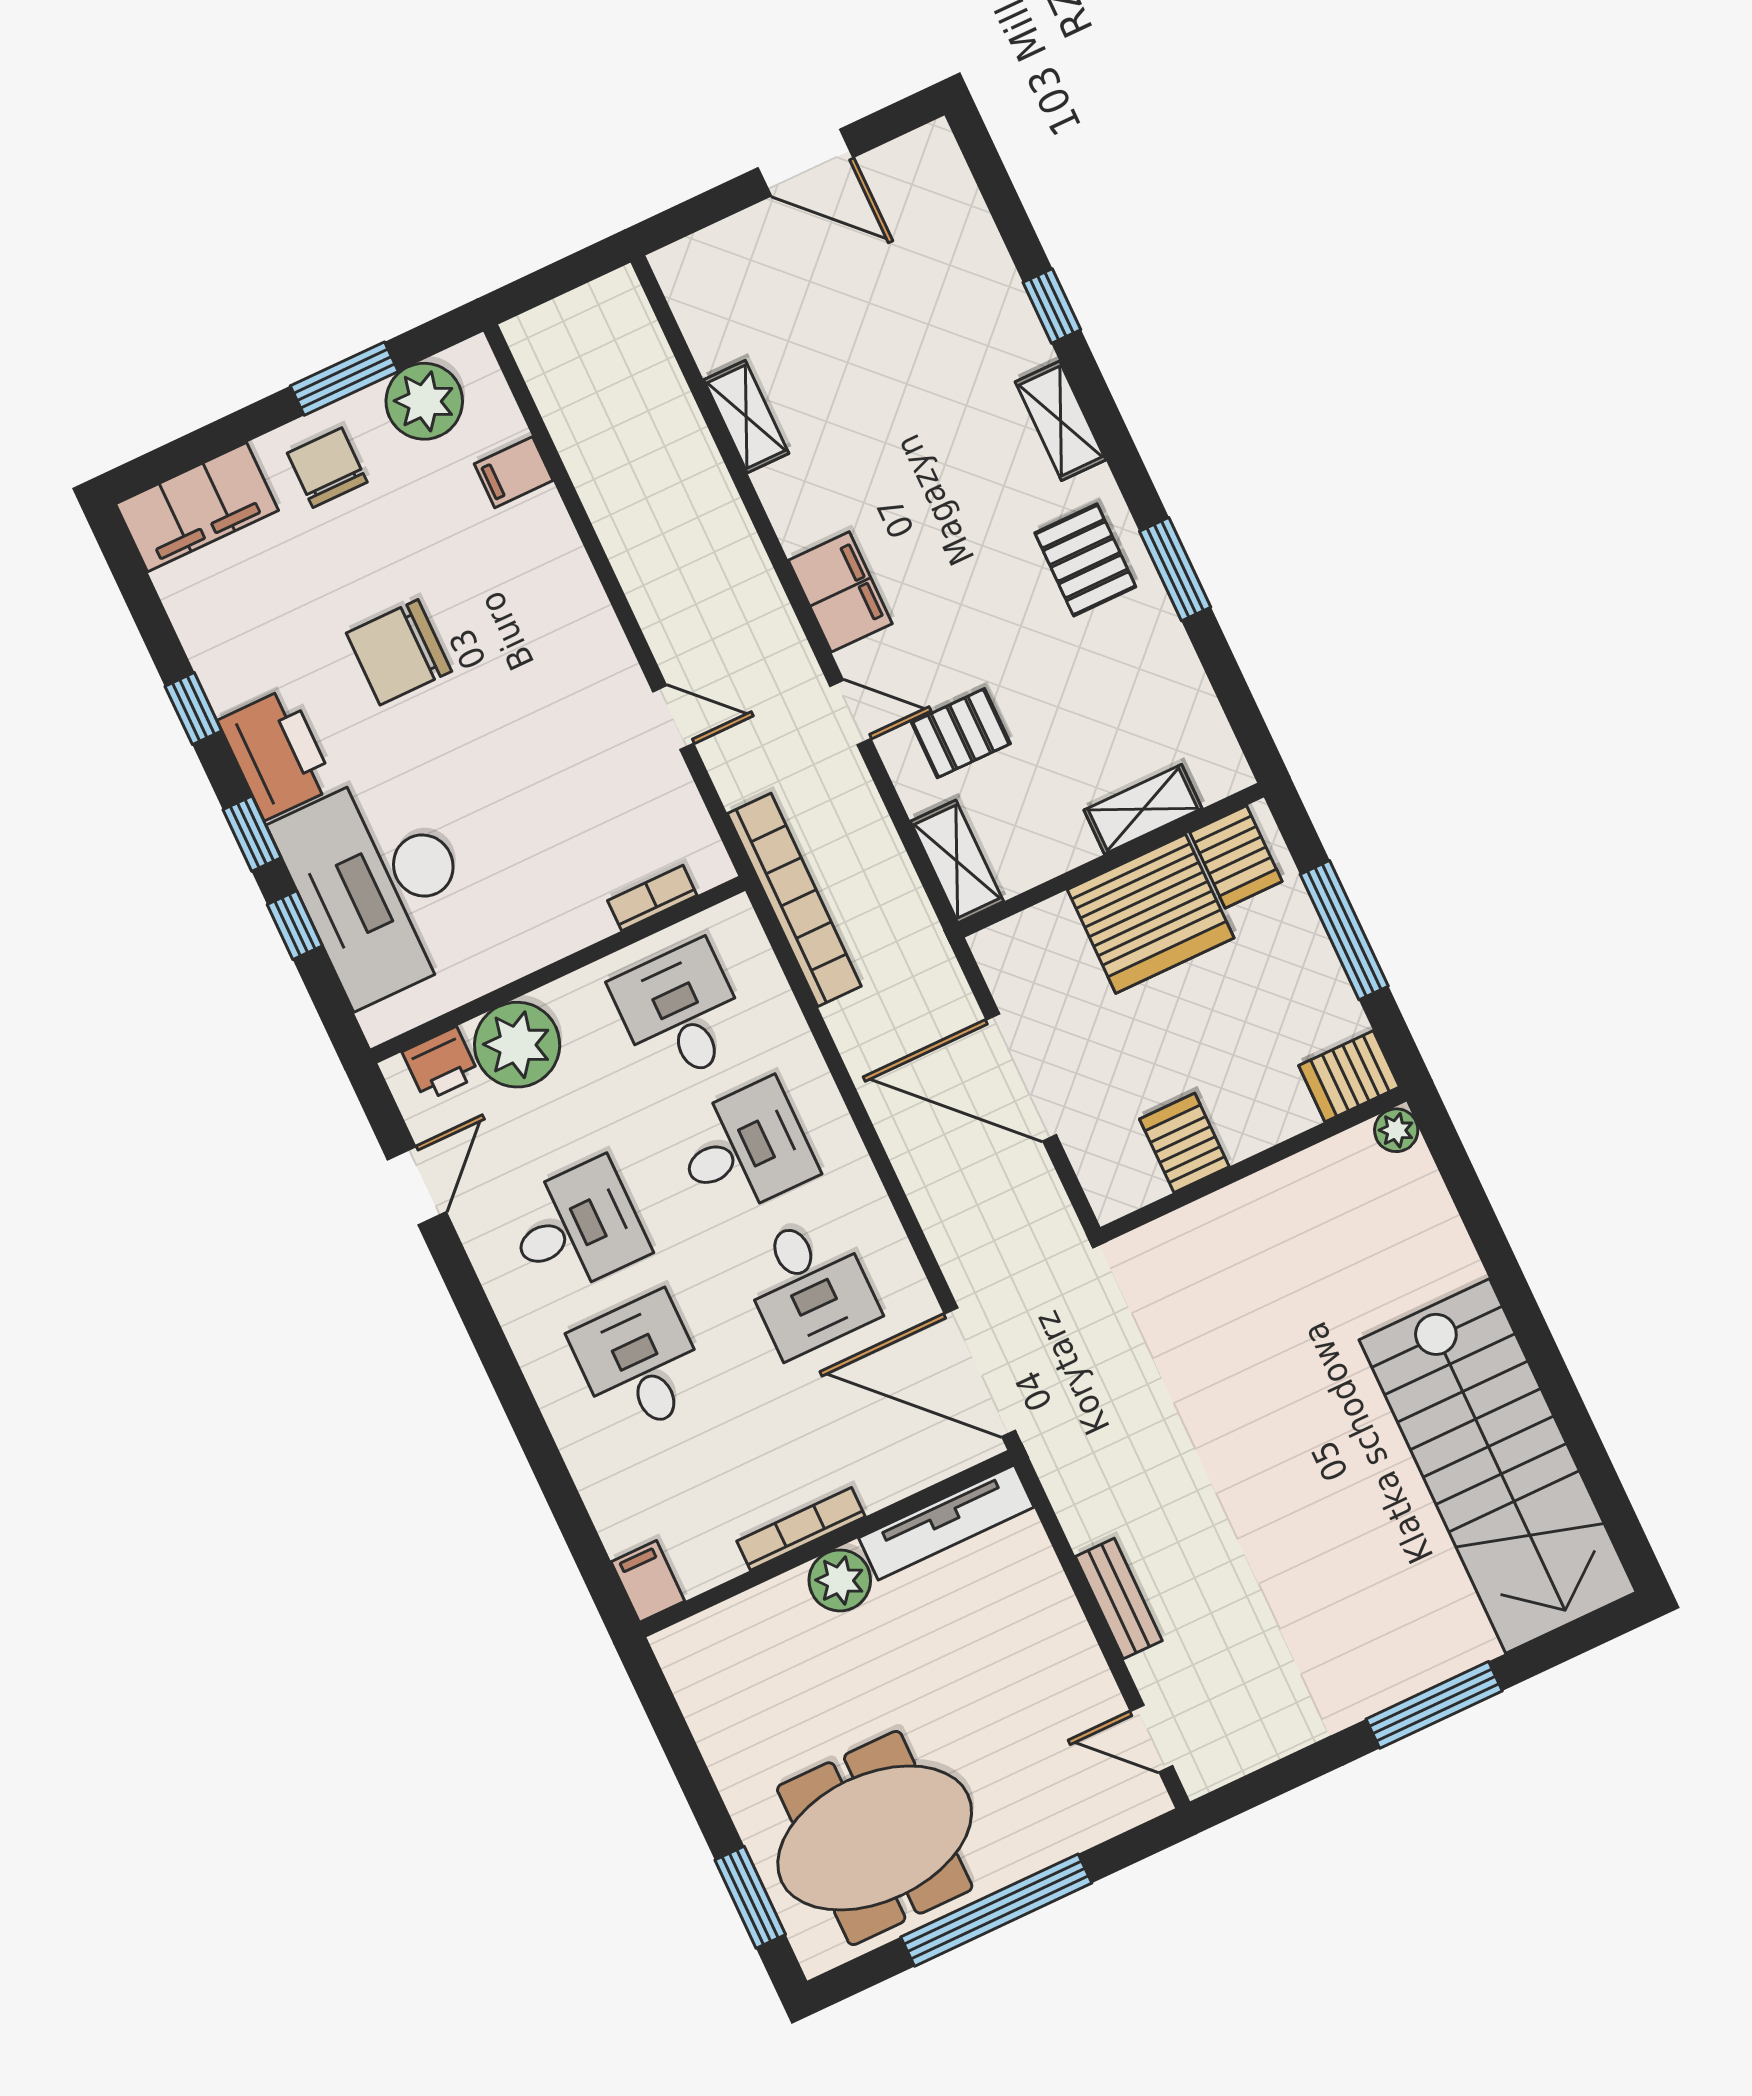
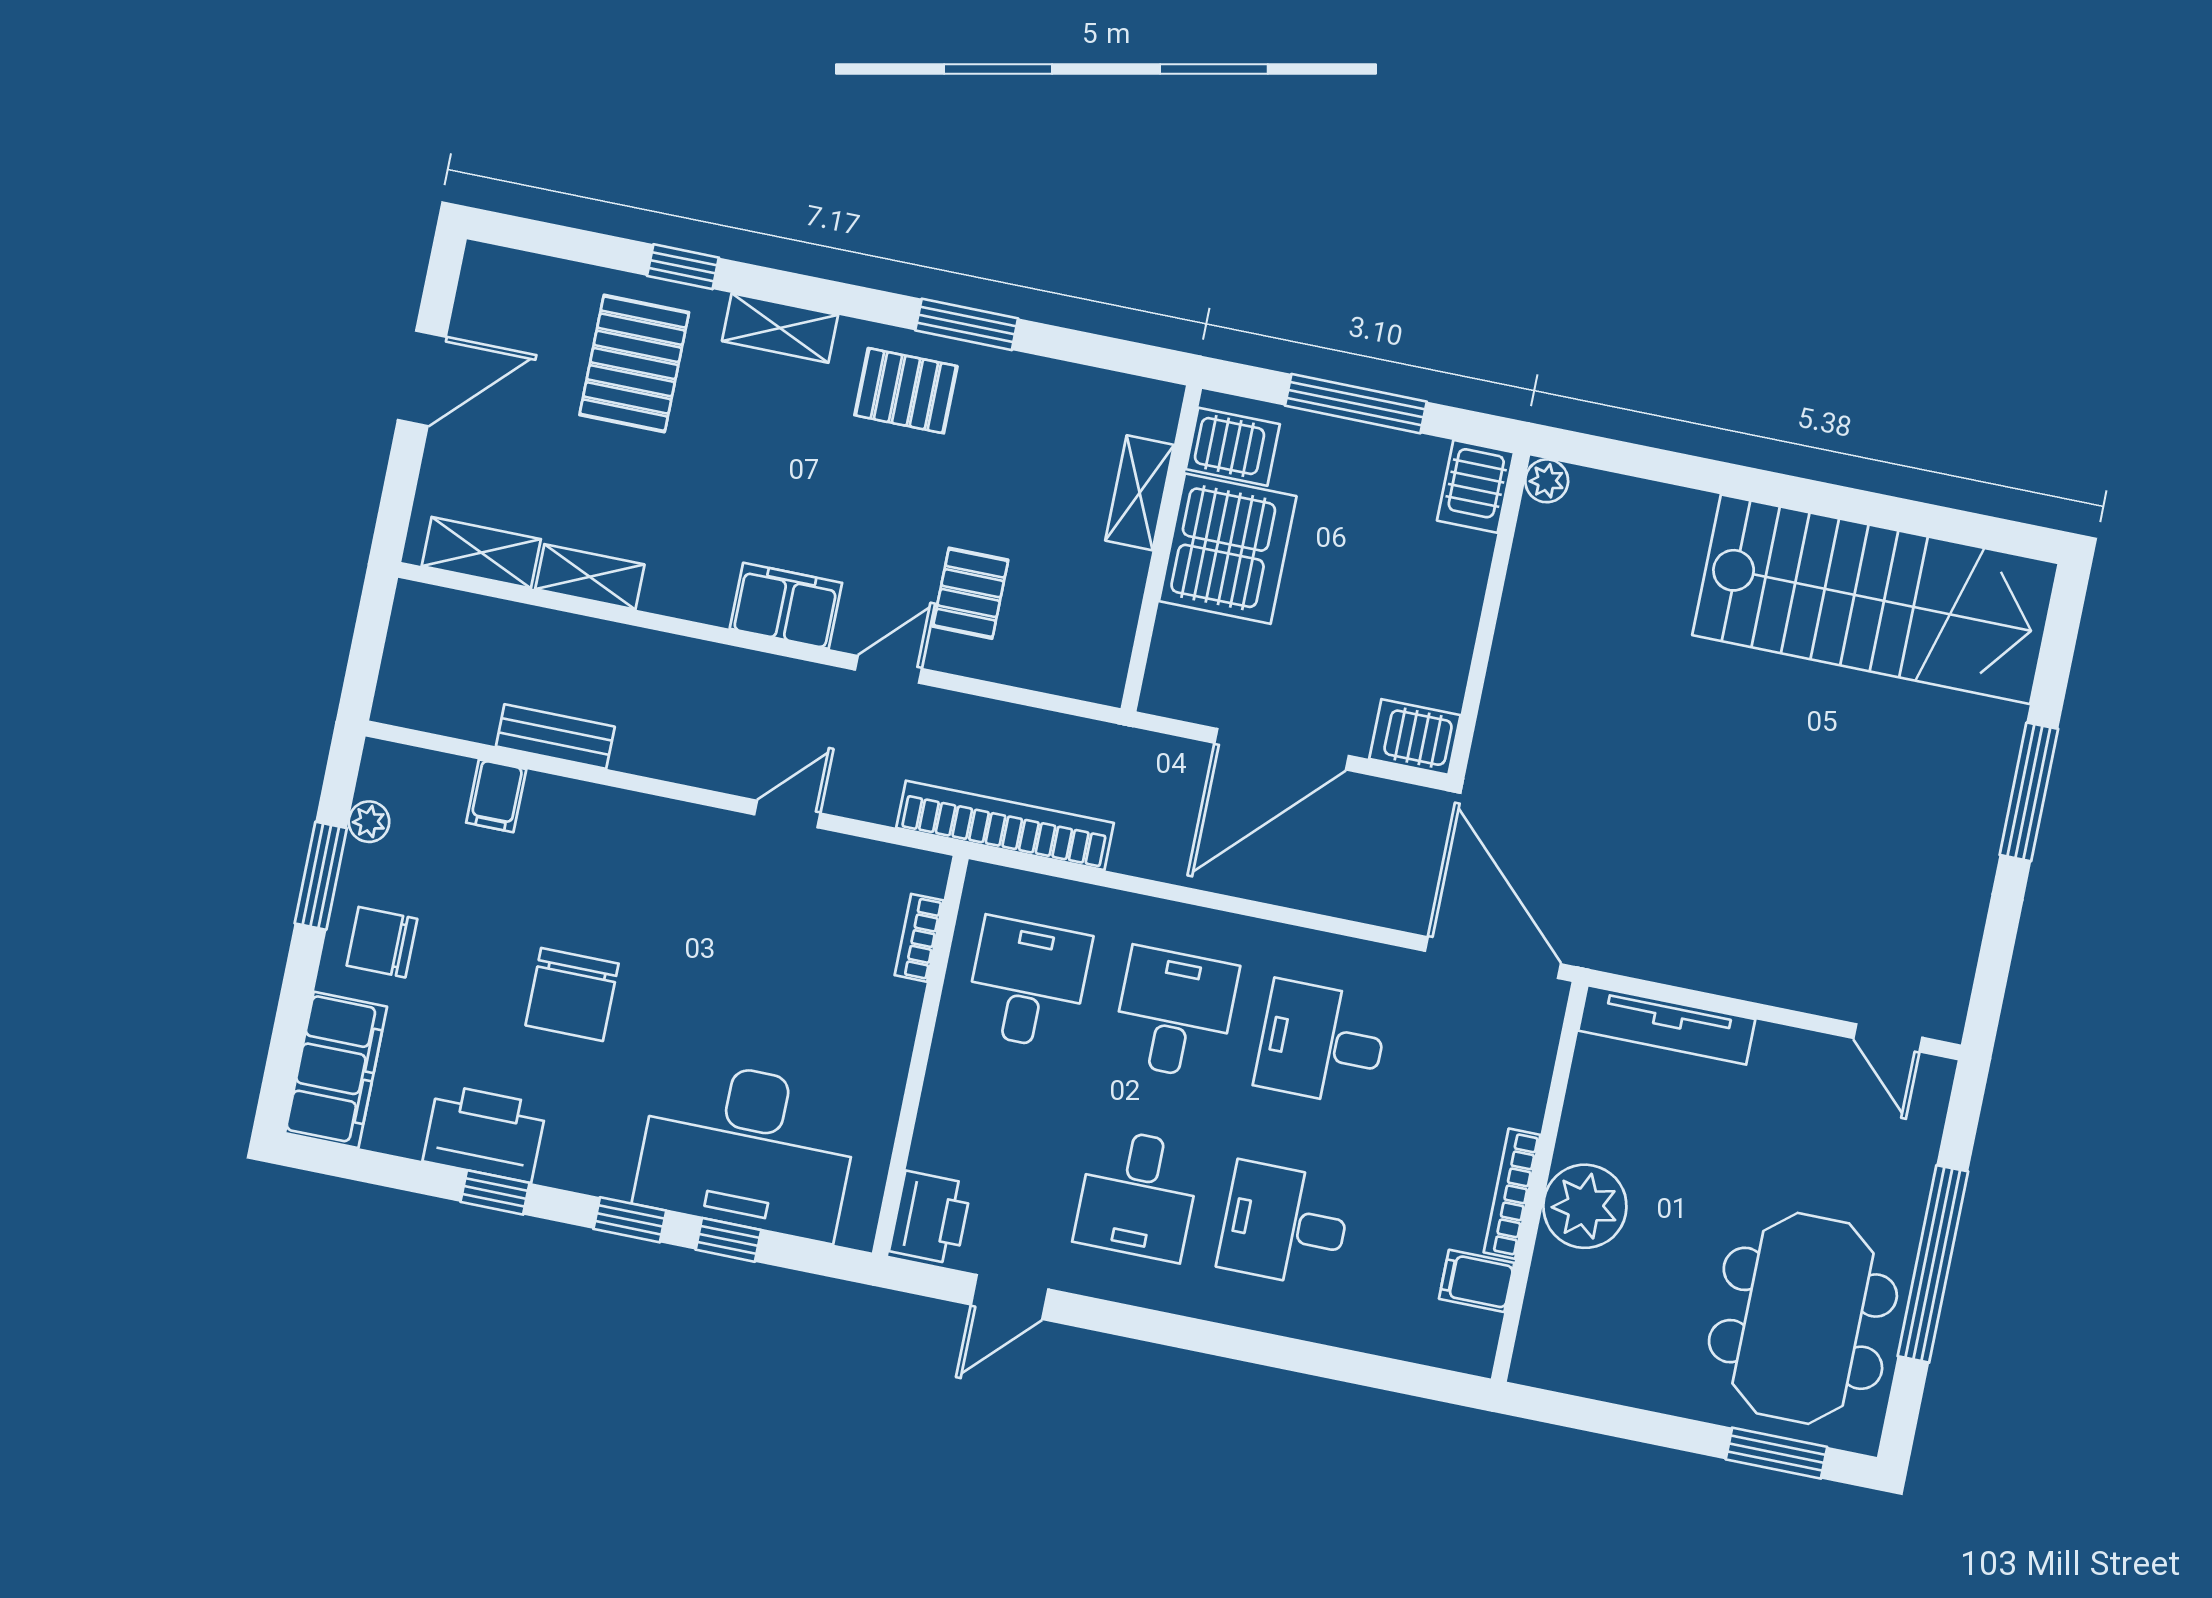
pallet: (945, 325) -> (634, 364), added
plant: (424, 401) -> (369, 822), width x0.53, depth x0.53
printer: (277, 754) -> (485, 1133), moved
shelving: (957, 861) -> (481, 553), moved
desk: (681, 1013) -> (1028, 983), turned 90
plant: (517, 1045) -> (956, 1133), removed
printer: (441, 1064) -> (930, 1218), width x1.36, depth x1.24
server rack: (1184, 1143) -> (1415, 737), moved
door: (417, 1186) -> (1010, 1297), swing flipped
desk: (576, 1228) -> (1138, 1195), turned 180
desk: (808, 1285) -> (1322, 1043), turned 180
door: (980, 1372) -> (1493, 958), swing flipped
tv unit: (946, 1522) -> (1667, 1025), moved, turned 90
plant: (840, 1580) -> (1585, 1206), width x1.36, depth x1.36
filing cabinet: (648, 1581) -> (1477, 1281), moved
bench: (1119, 1599) -> (555, 737), moved
door: (1152, 1739) -> (1888, 1038), hinge flipped

